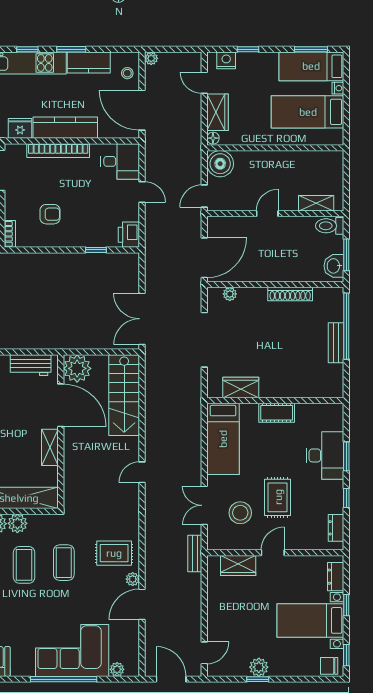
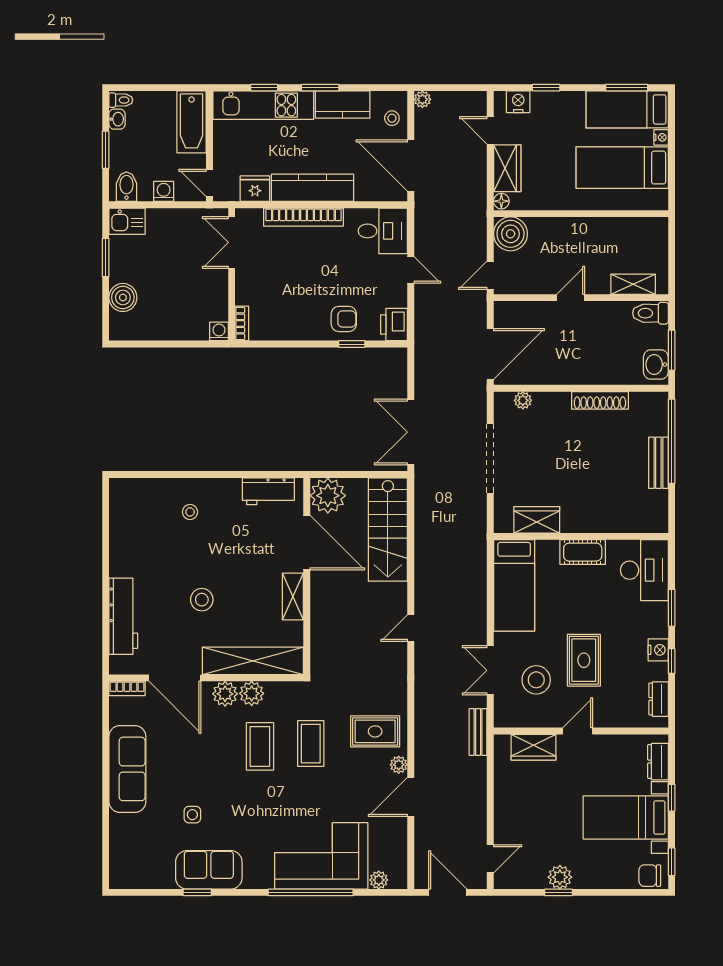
armchair: (50, 214) -> (344, 319), moved
desk: (325, 455) -> (644, 570), moved
nightstand: (336, 489) -> (658, 650), added

